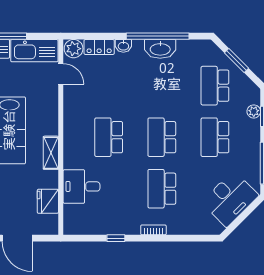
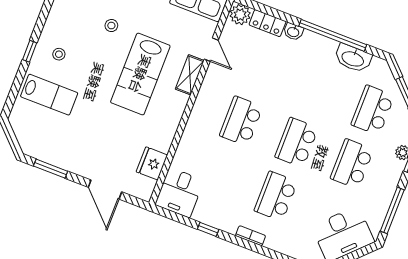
washbasin: (160, 49) -> (353, 58), moved
door: (61, 74) -> (211, 50), moved
shelving: (51, 153) -> (190, 75), moved
desk: (81, 186) -> (179, 192), moved, turned -90

